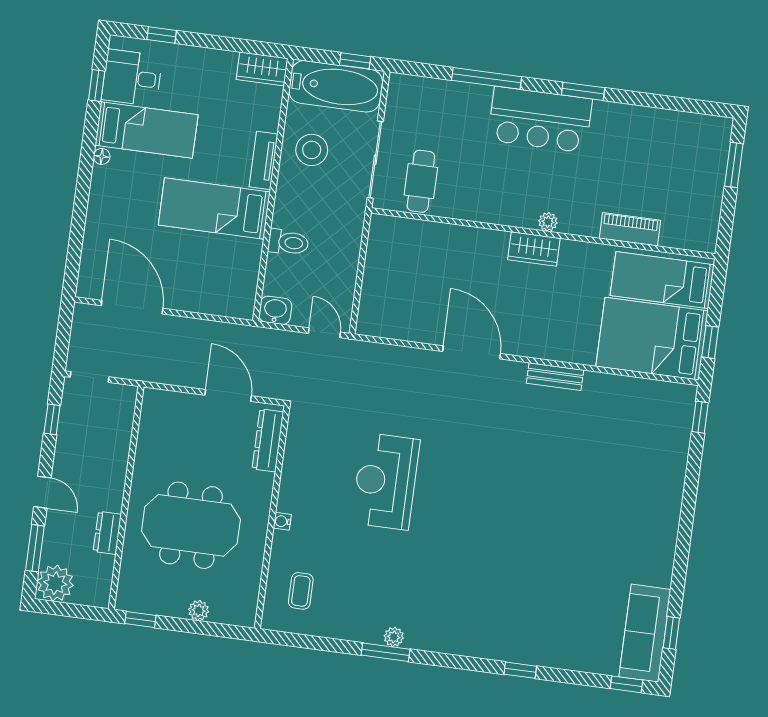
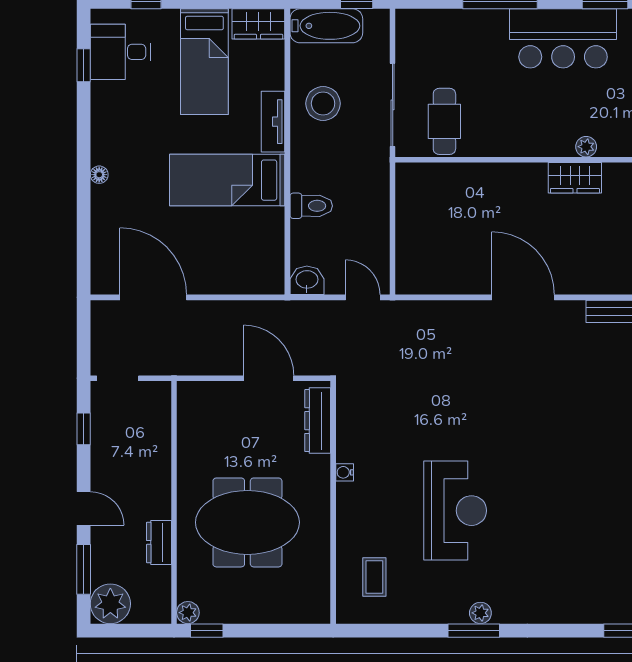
bathtub: (336, 86) -> (326, 26), width x0.73, depth x0.73
bed: (146, 130) -> (204, 62), moved, turned 90
floor lamp: (102, 156) -> (99, 175), moved
reception desk: (386, 481) -> (455, 511), moved, turned 180
water cooler: (282, 521) -> (345, 472), moved
plant: (199, 610) -> (188, 613), moved

